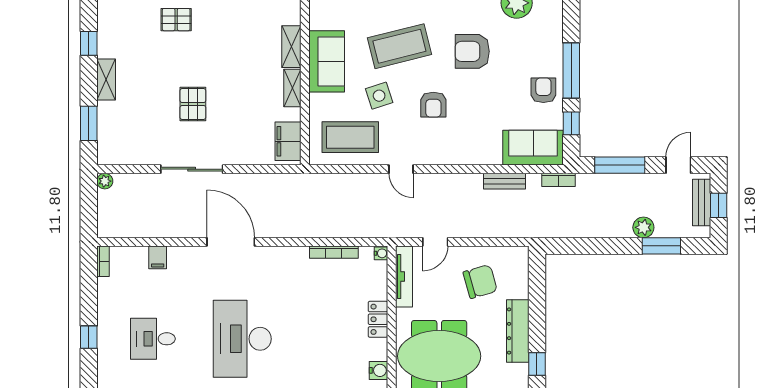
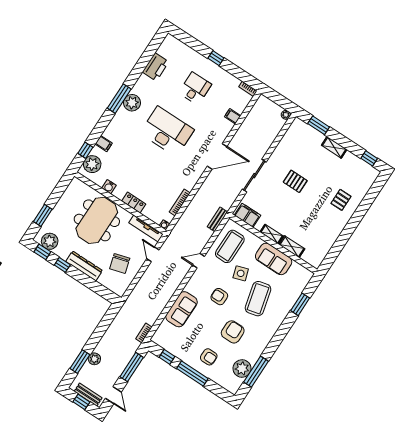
window: (89, 43) -> (369, 158), moved
armchair: (543, 90) -> (209, 357), moved
sofa: (533, 148) -> (182, 309), moved
sliding door: (192, 169) -> (254, 176), moved
bench: (504, 181) -> (217, 219), moved

